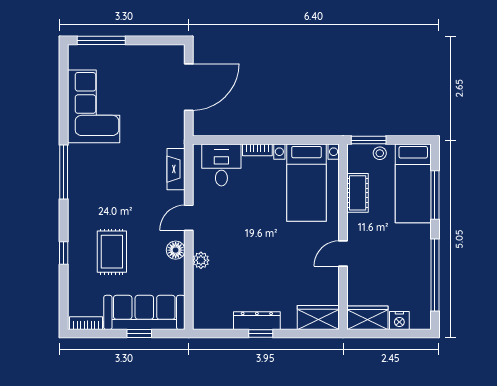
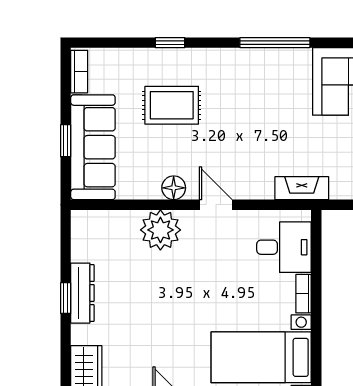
fireplace: (176, 169) -> (302, 188), moved
plant: (201, 260) -> (160, 230), width x1.88, depth x1.88

